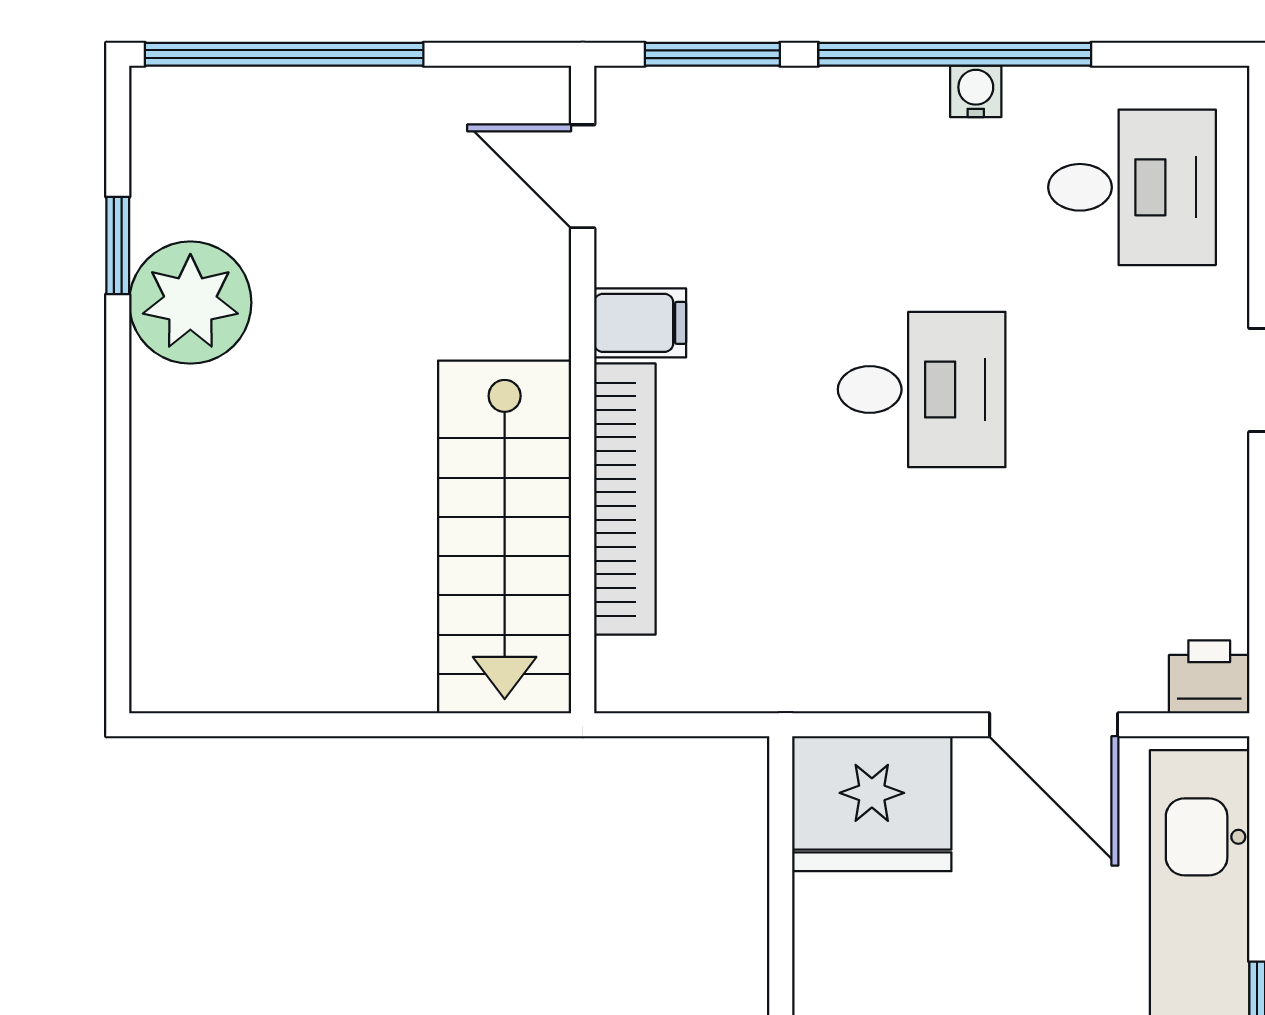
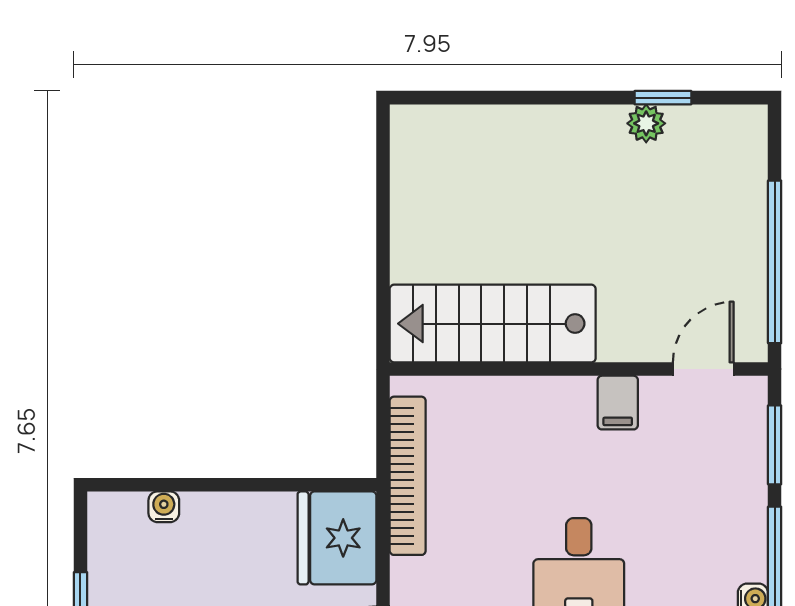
window: (284, 54) -> (775, 262), moved
plant: (190, 303) -> (646, 123), width x0.53, depth x0.53
bookcase: (625, 499) -> (408, 476), moved, turned -90

